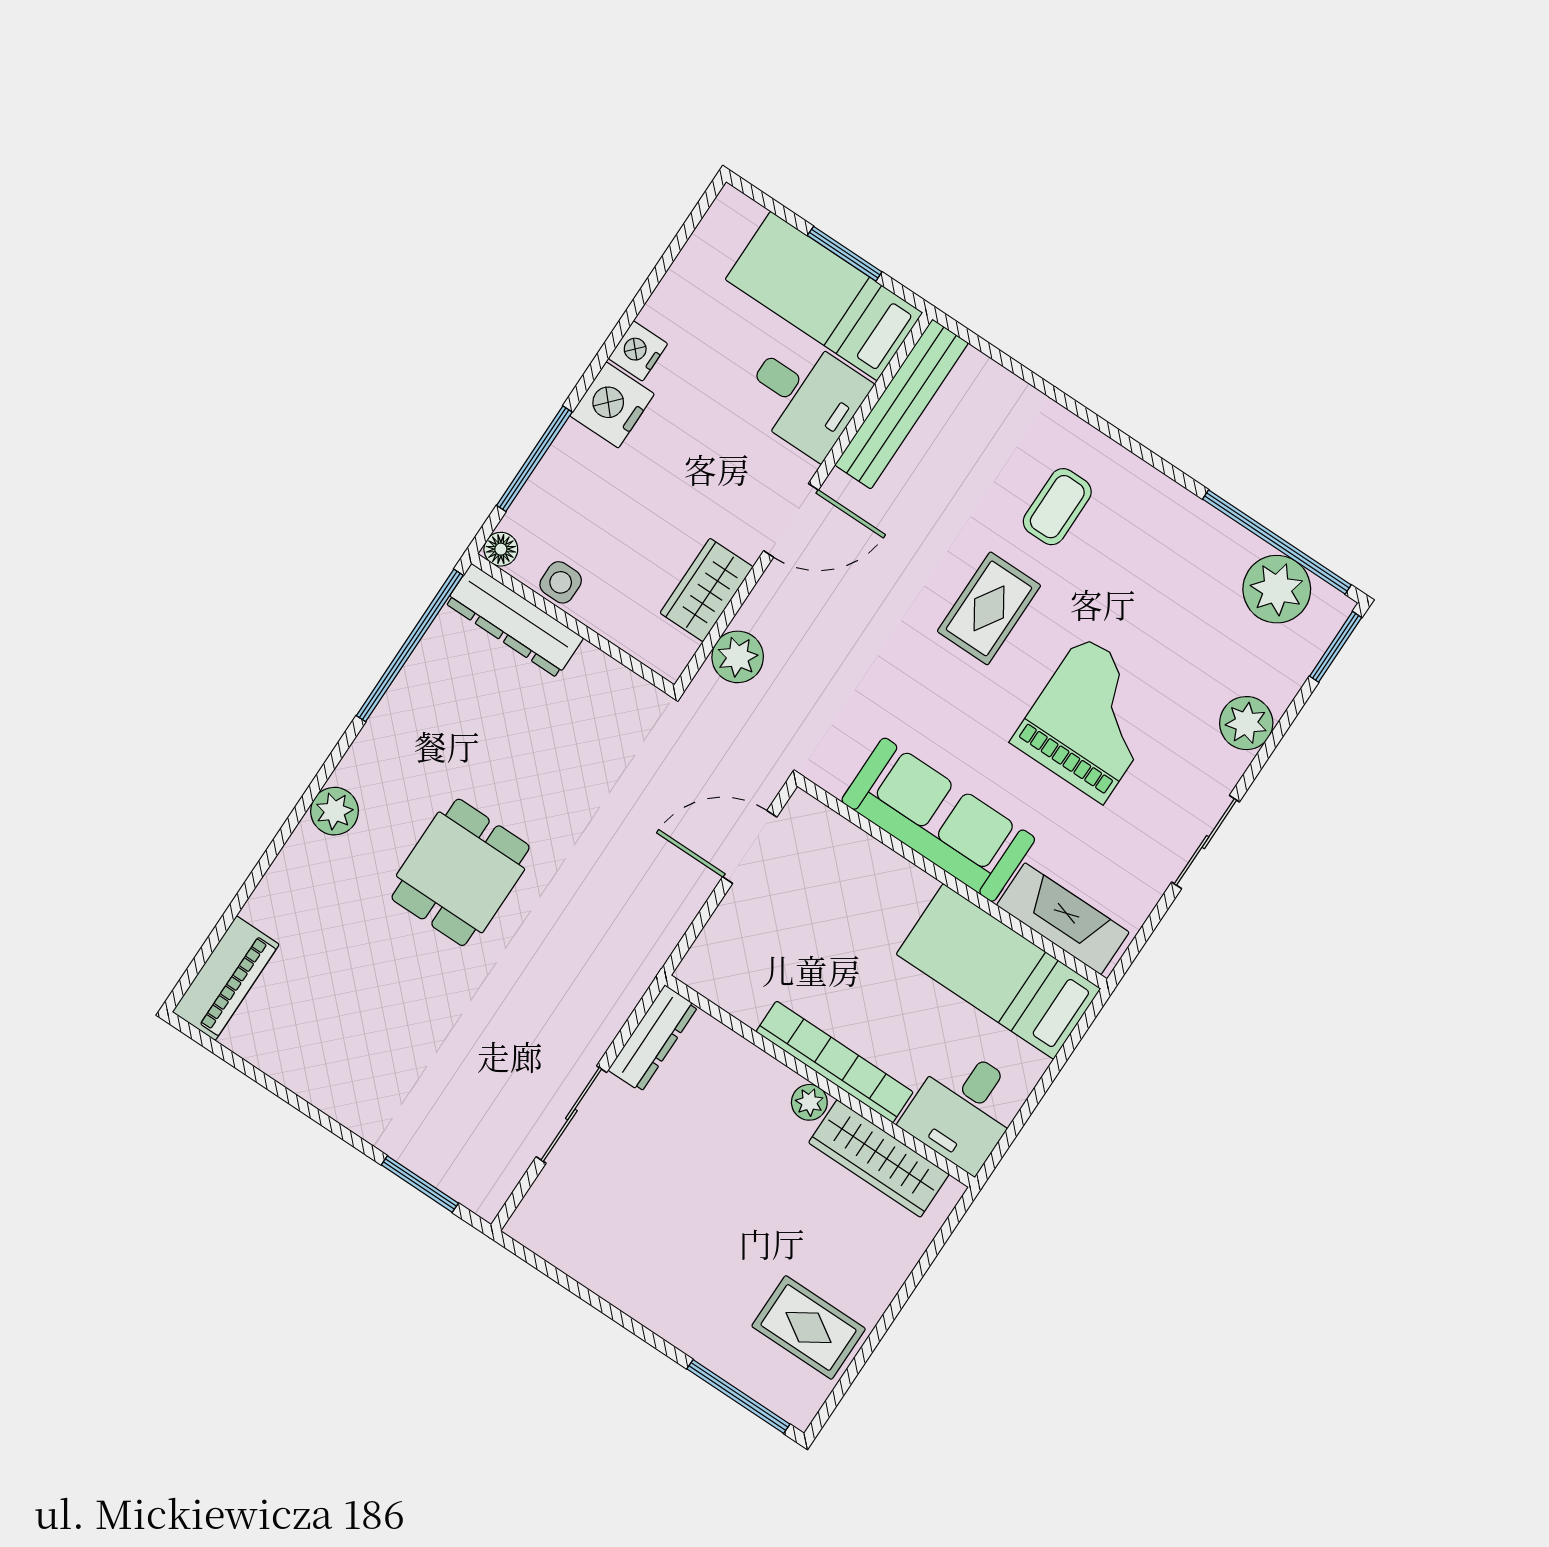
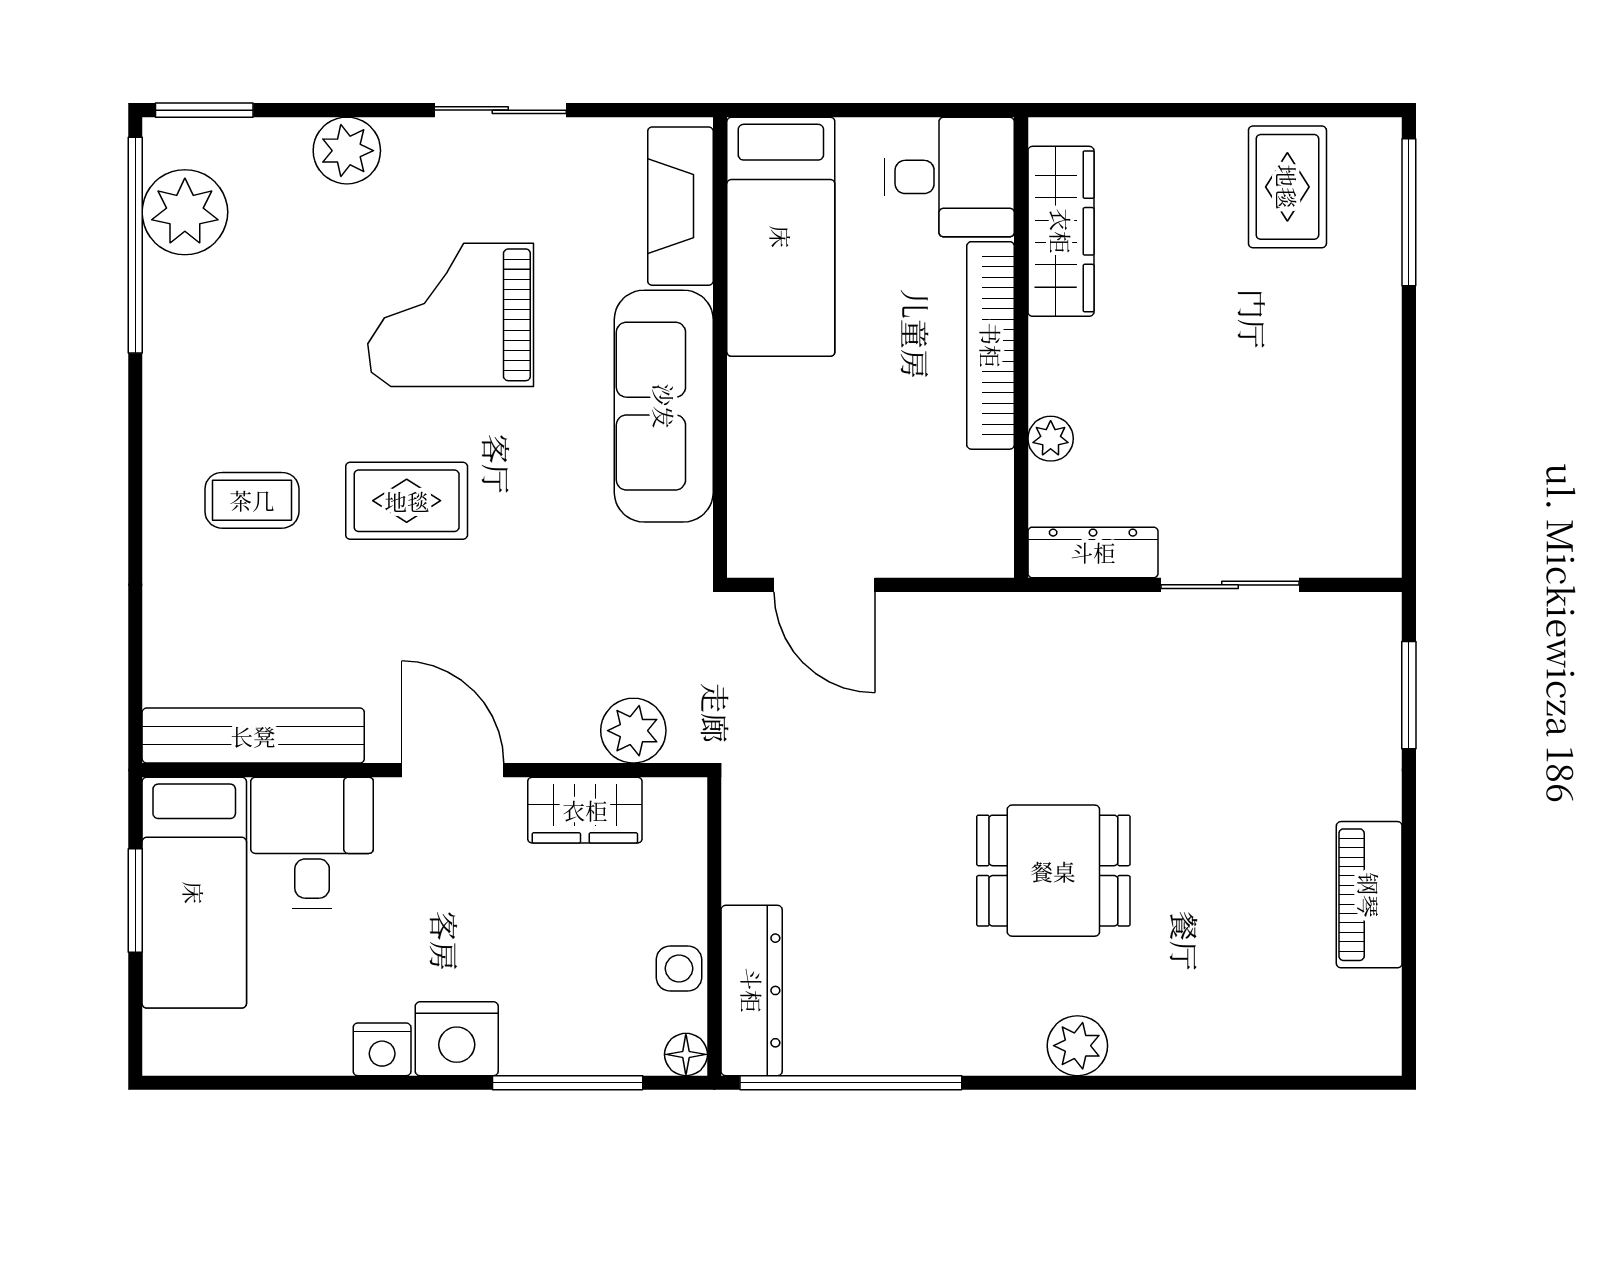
piano: (226, 978) -> (1369, 895), moved, turned -90
plant: (809, 1102) -> (1051, 439), moved

